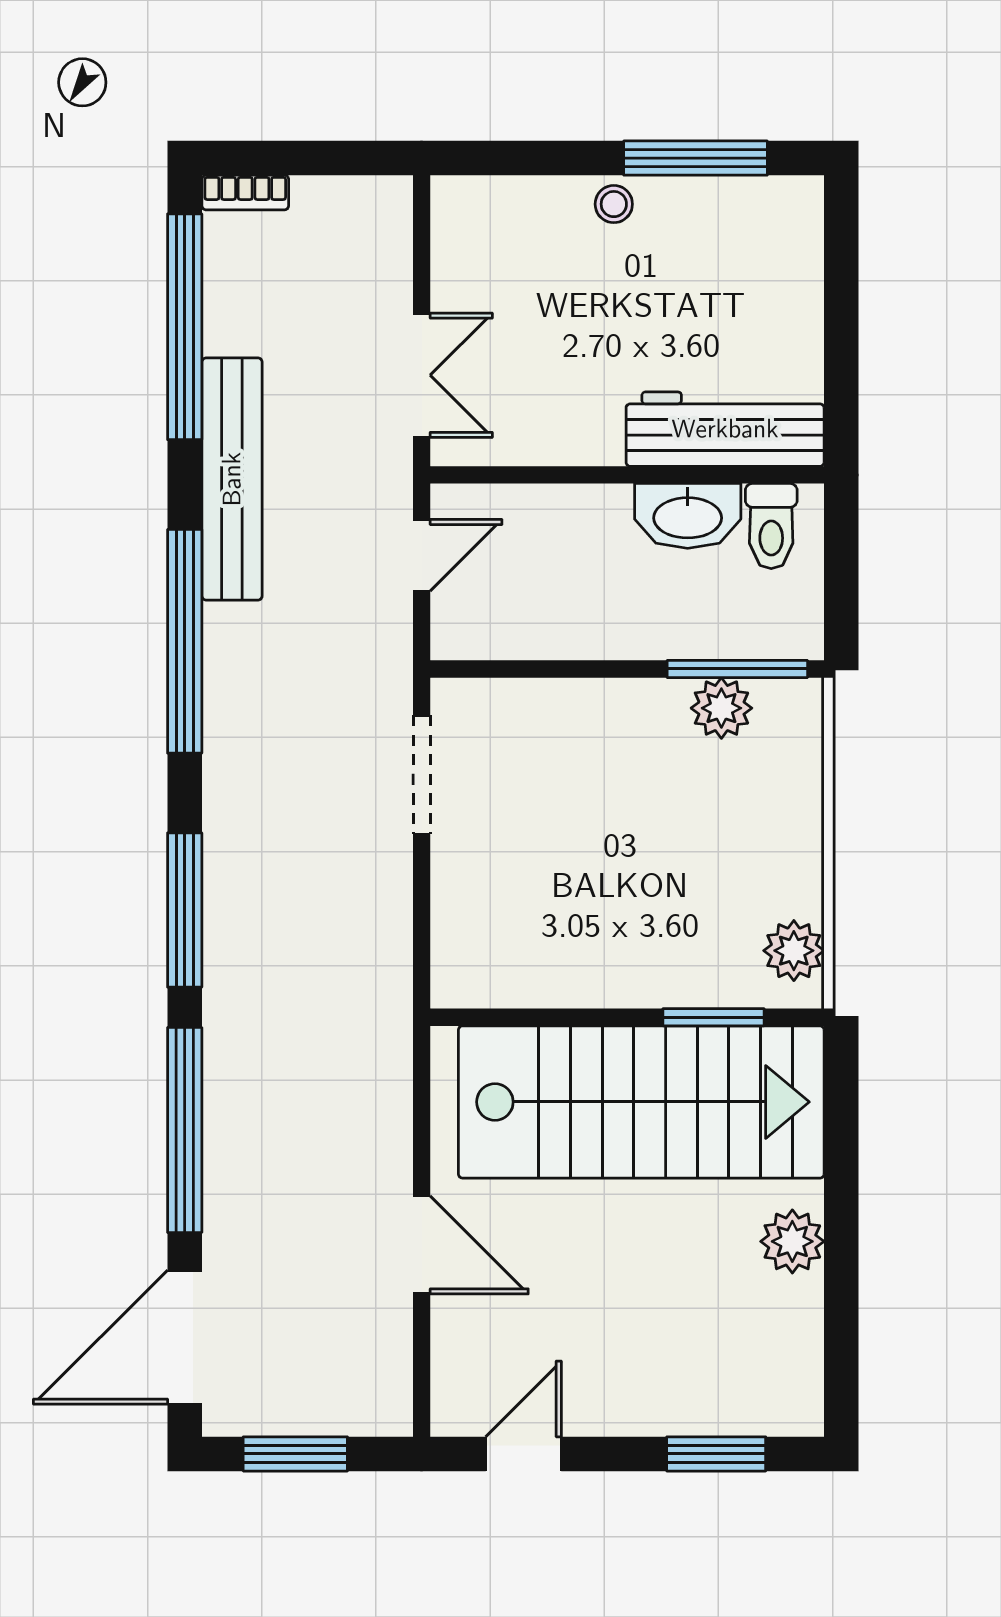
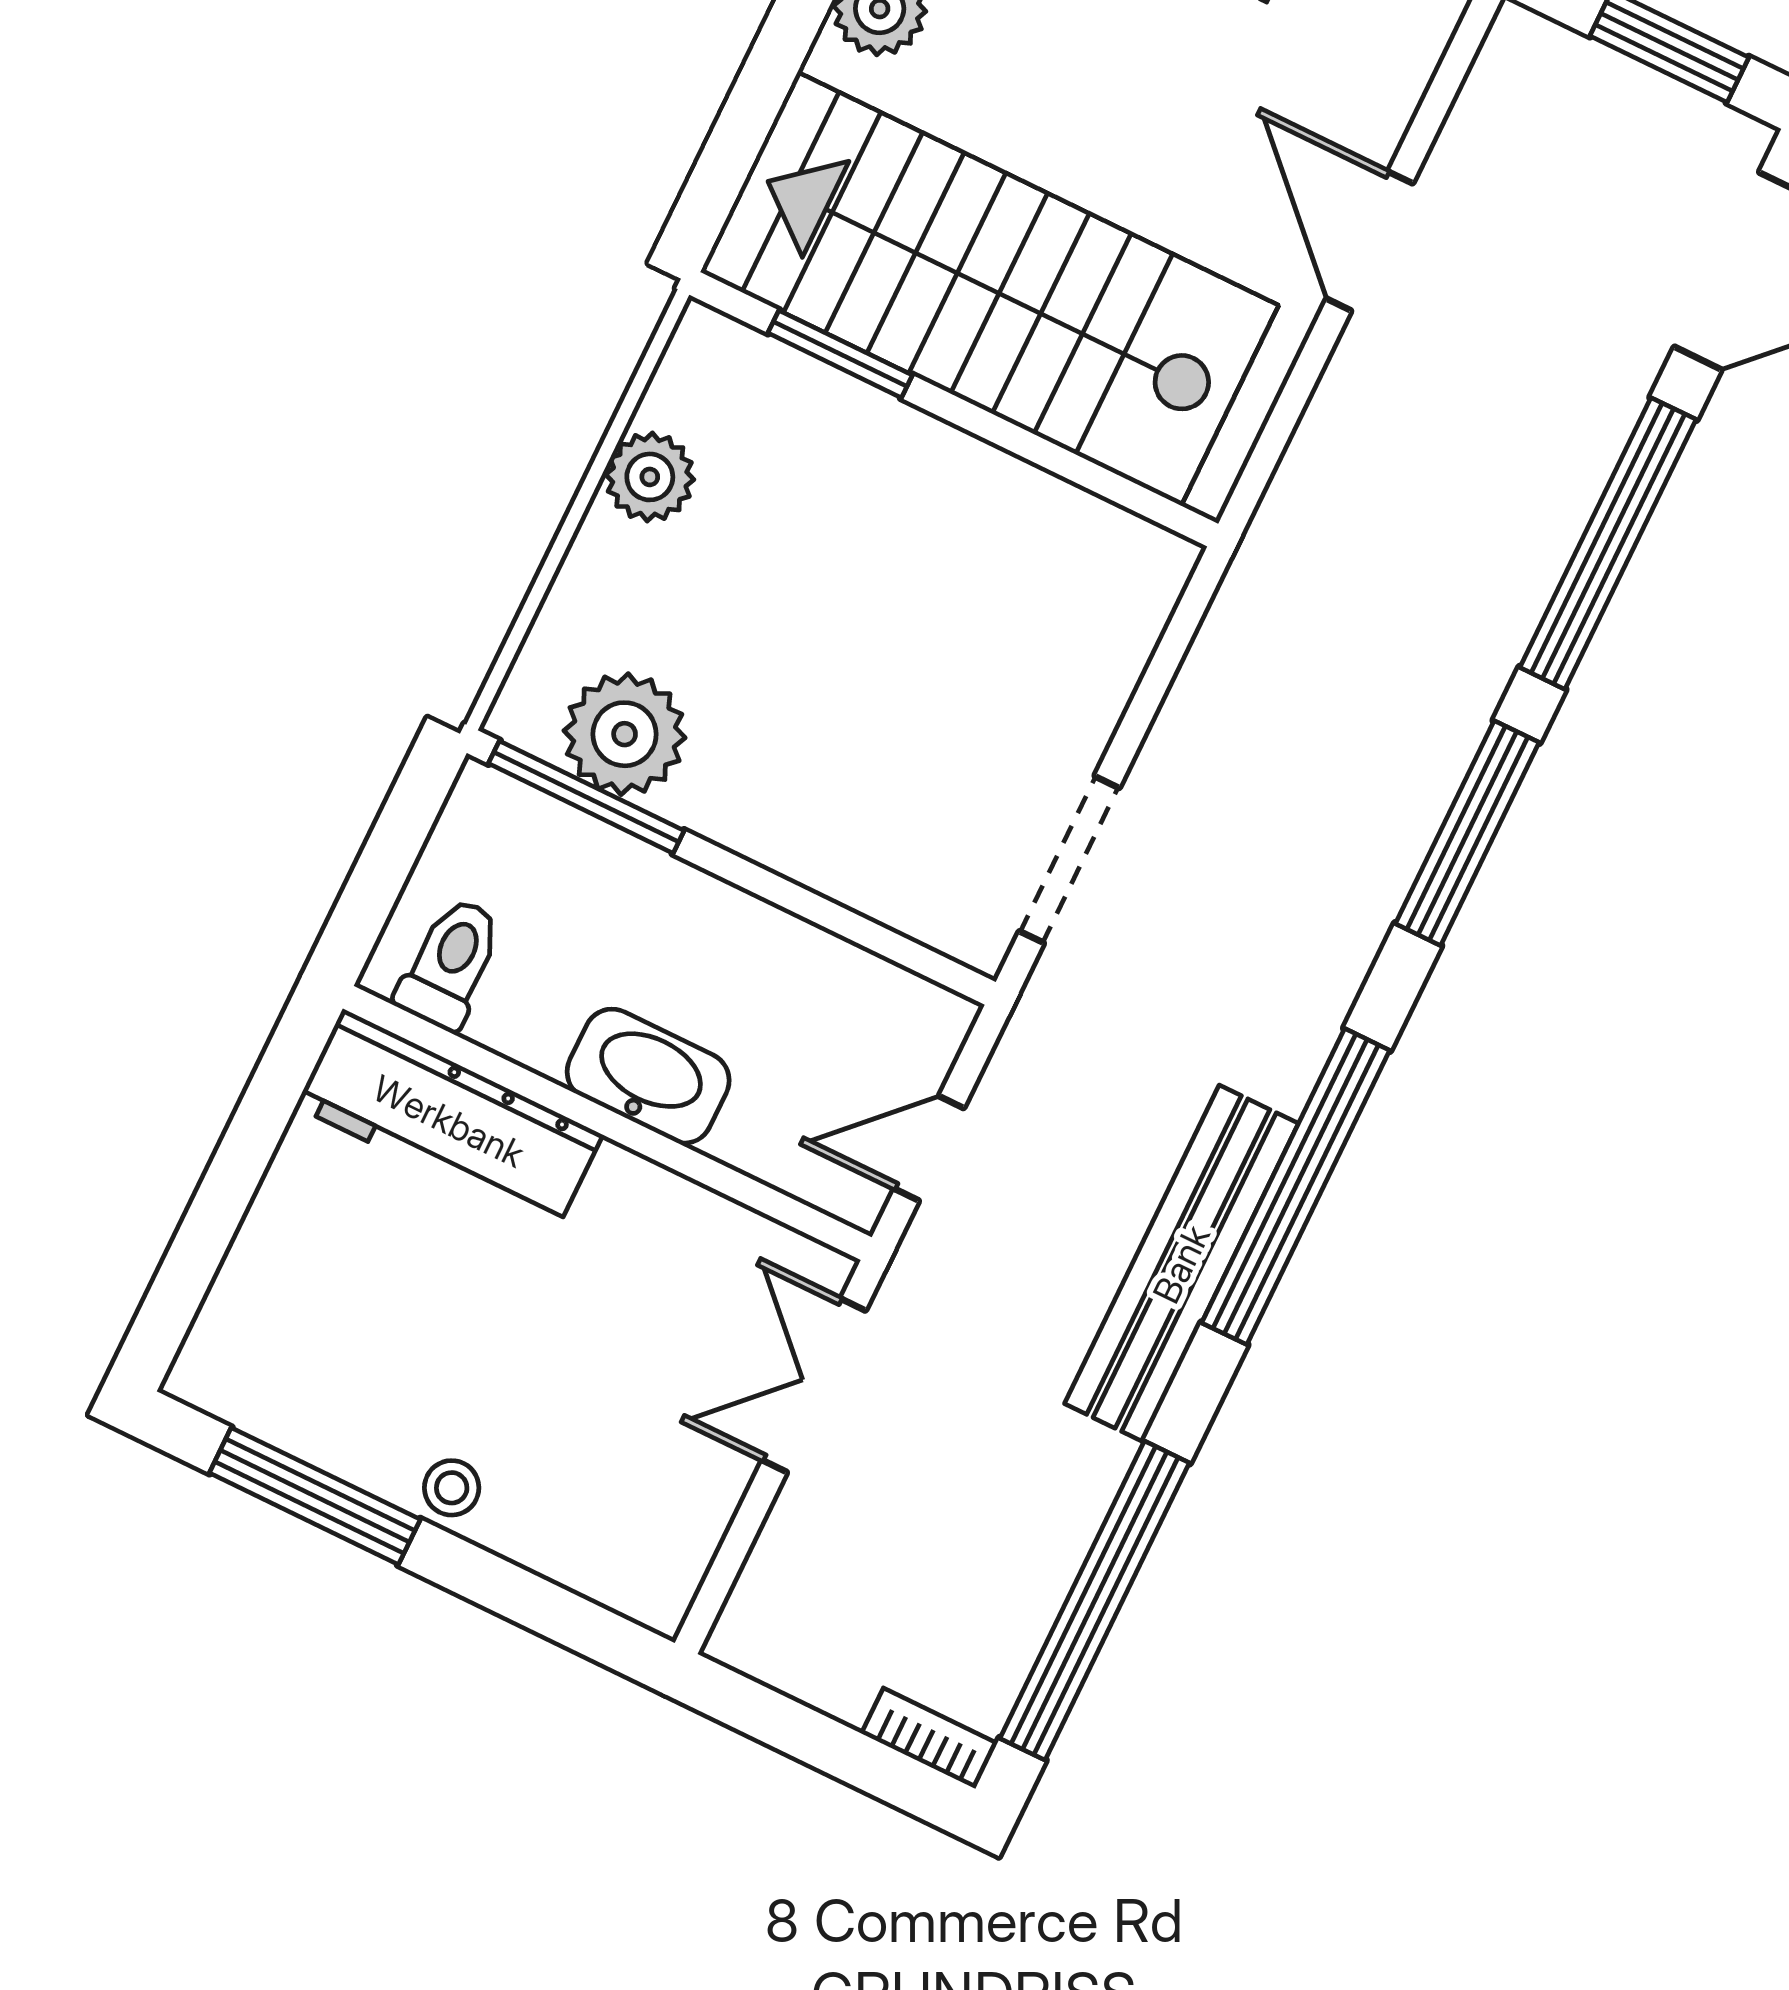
bench: (232, 479) -> (1181, 1264), moved
washbasin: (688, 516) -> (648, 1076), moved
plant: (721, 708) -> (625, 734), width x1.36, depth x1.36
plant: (794, 951) -> (650, 477), moved

